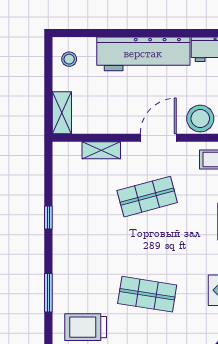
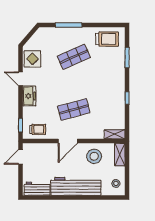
stool: (200, 119) -> (94, 156), moved
shelving: (101, 150) -> (115, 134), moved
shop shelf: (147, 294) -> (74, 57), turned -33

